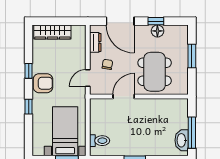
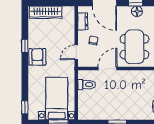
armchair: (43, 83) -> (37, 57), turned -90
window: (29, 107) -> (25, 107), moved
toilet: (100, 141) -> (87, 85), moved

